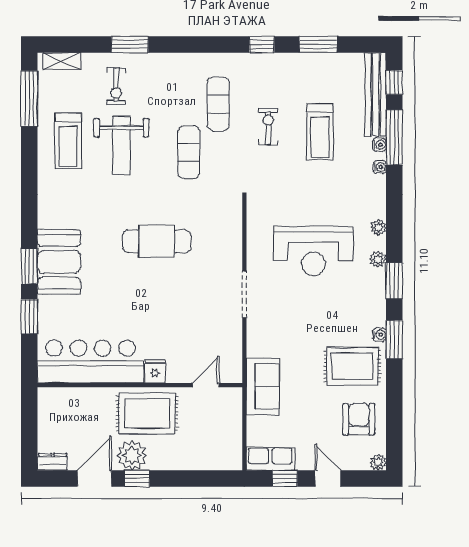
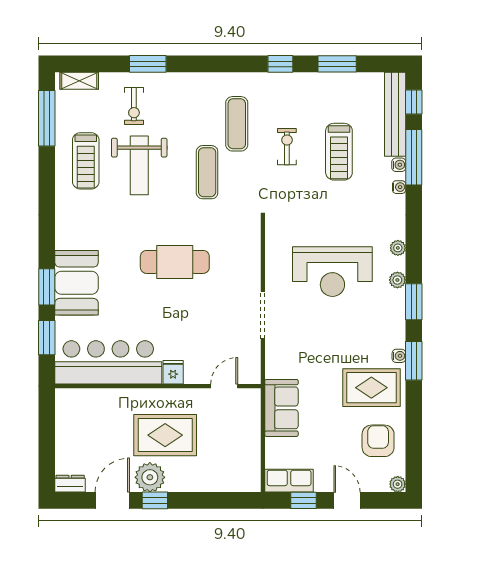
bar counter: (91, 361) -> (108, 362), moved
fridge: (155, 371) -> (173, 372), moved
wall: (140, 385) -> (158, 386), moved
door: (206, 385) -> (224, 386), moved

